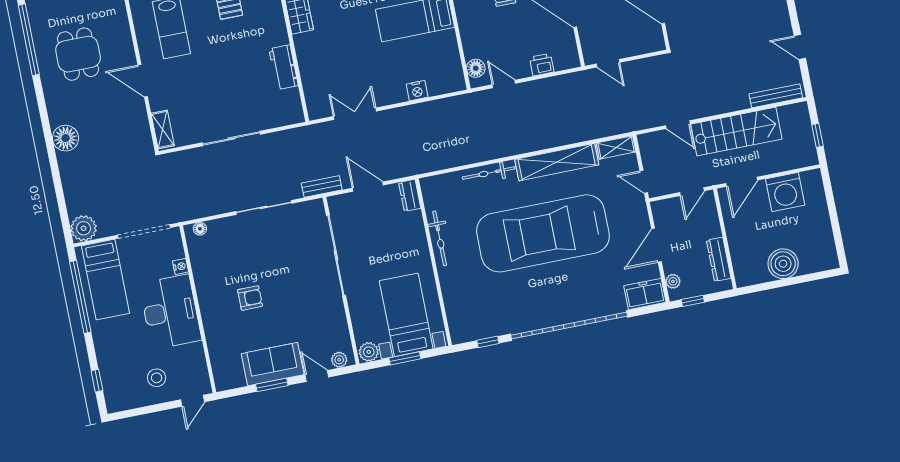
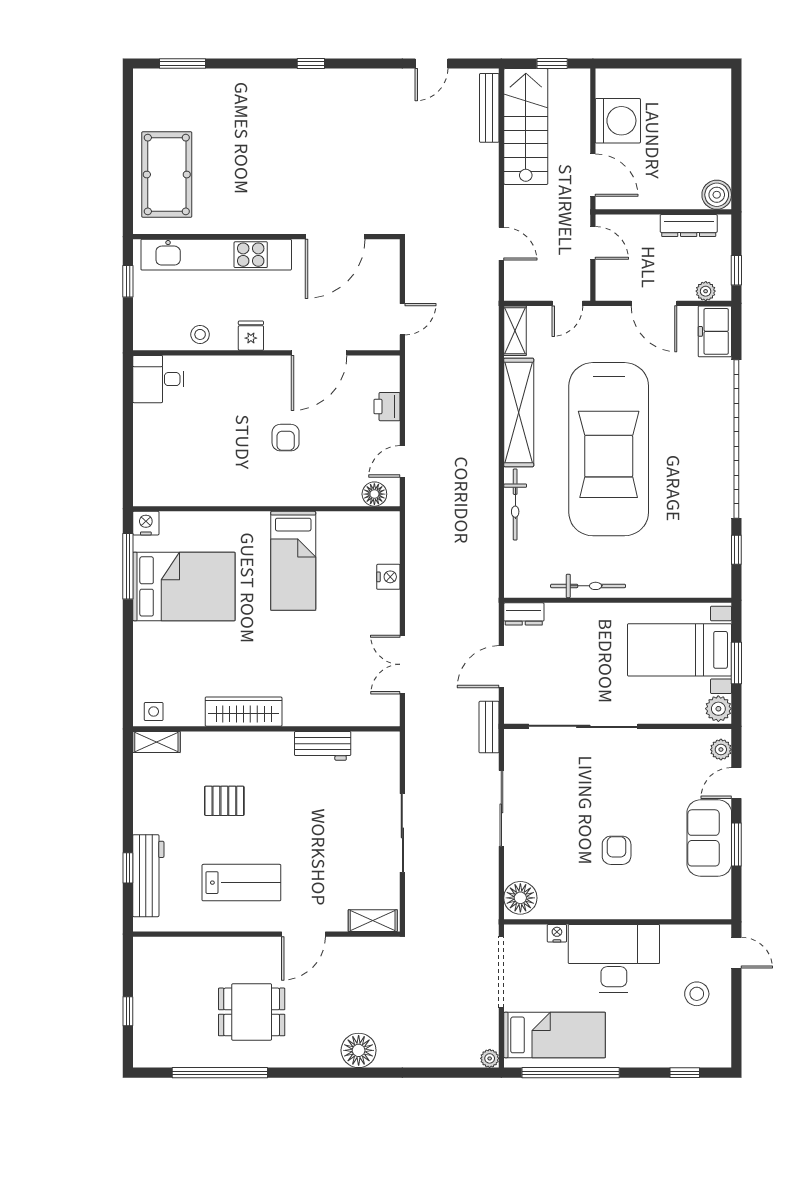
door: (678, 125) -> (501, 244), hinge flipped
stairs: (736, 132) -> (526, 127), moved
plant: (84, 228) -> (490, 1058), width x0.53, depth x0.53
floor lamp: (200, 229) -> (520, 898), width x1.89, depth x1.89
boiler: (783, 264) -> (717, 195), moved, width x0.73, depth x0.73

